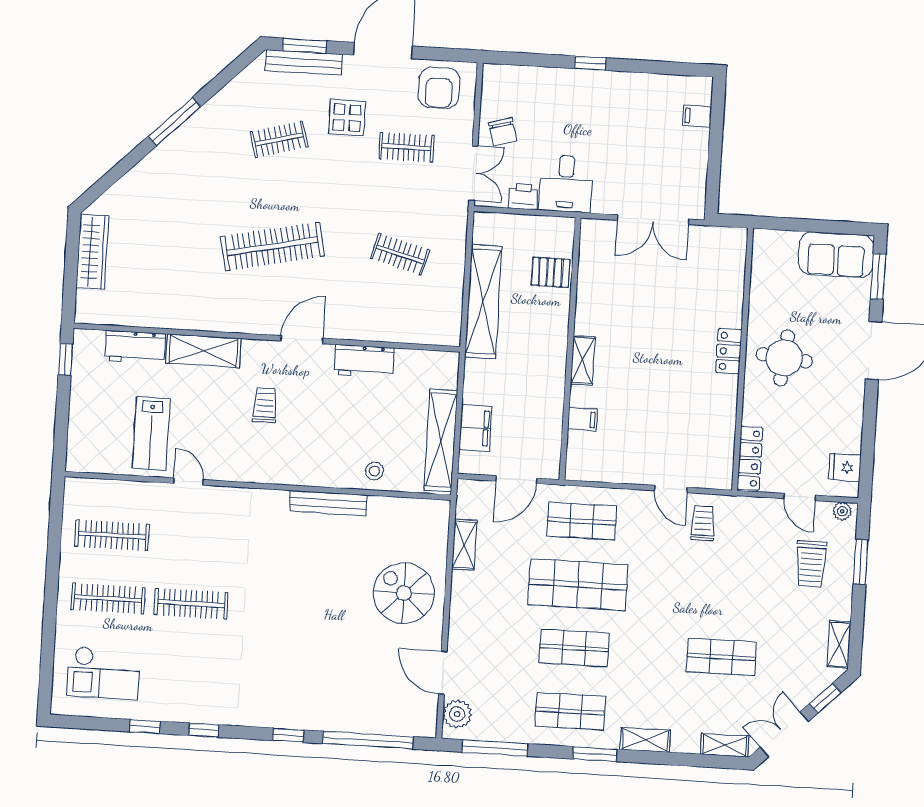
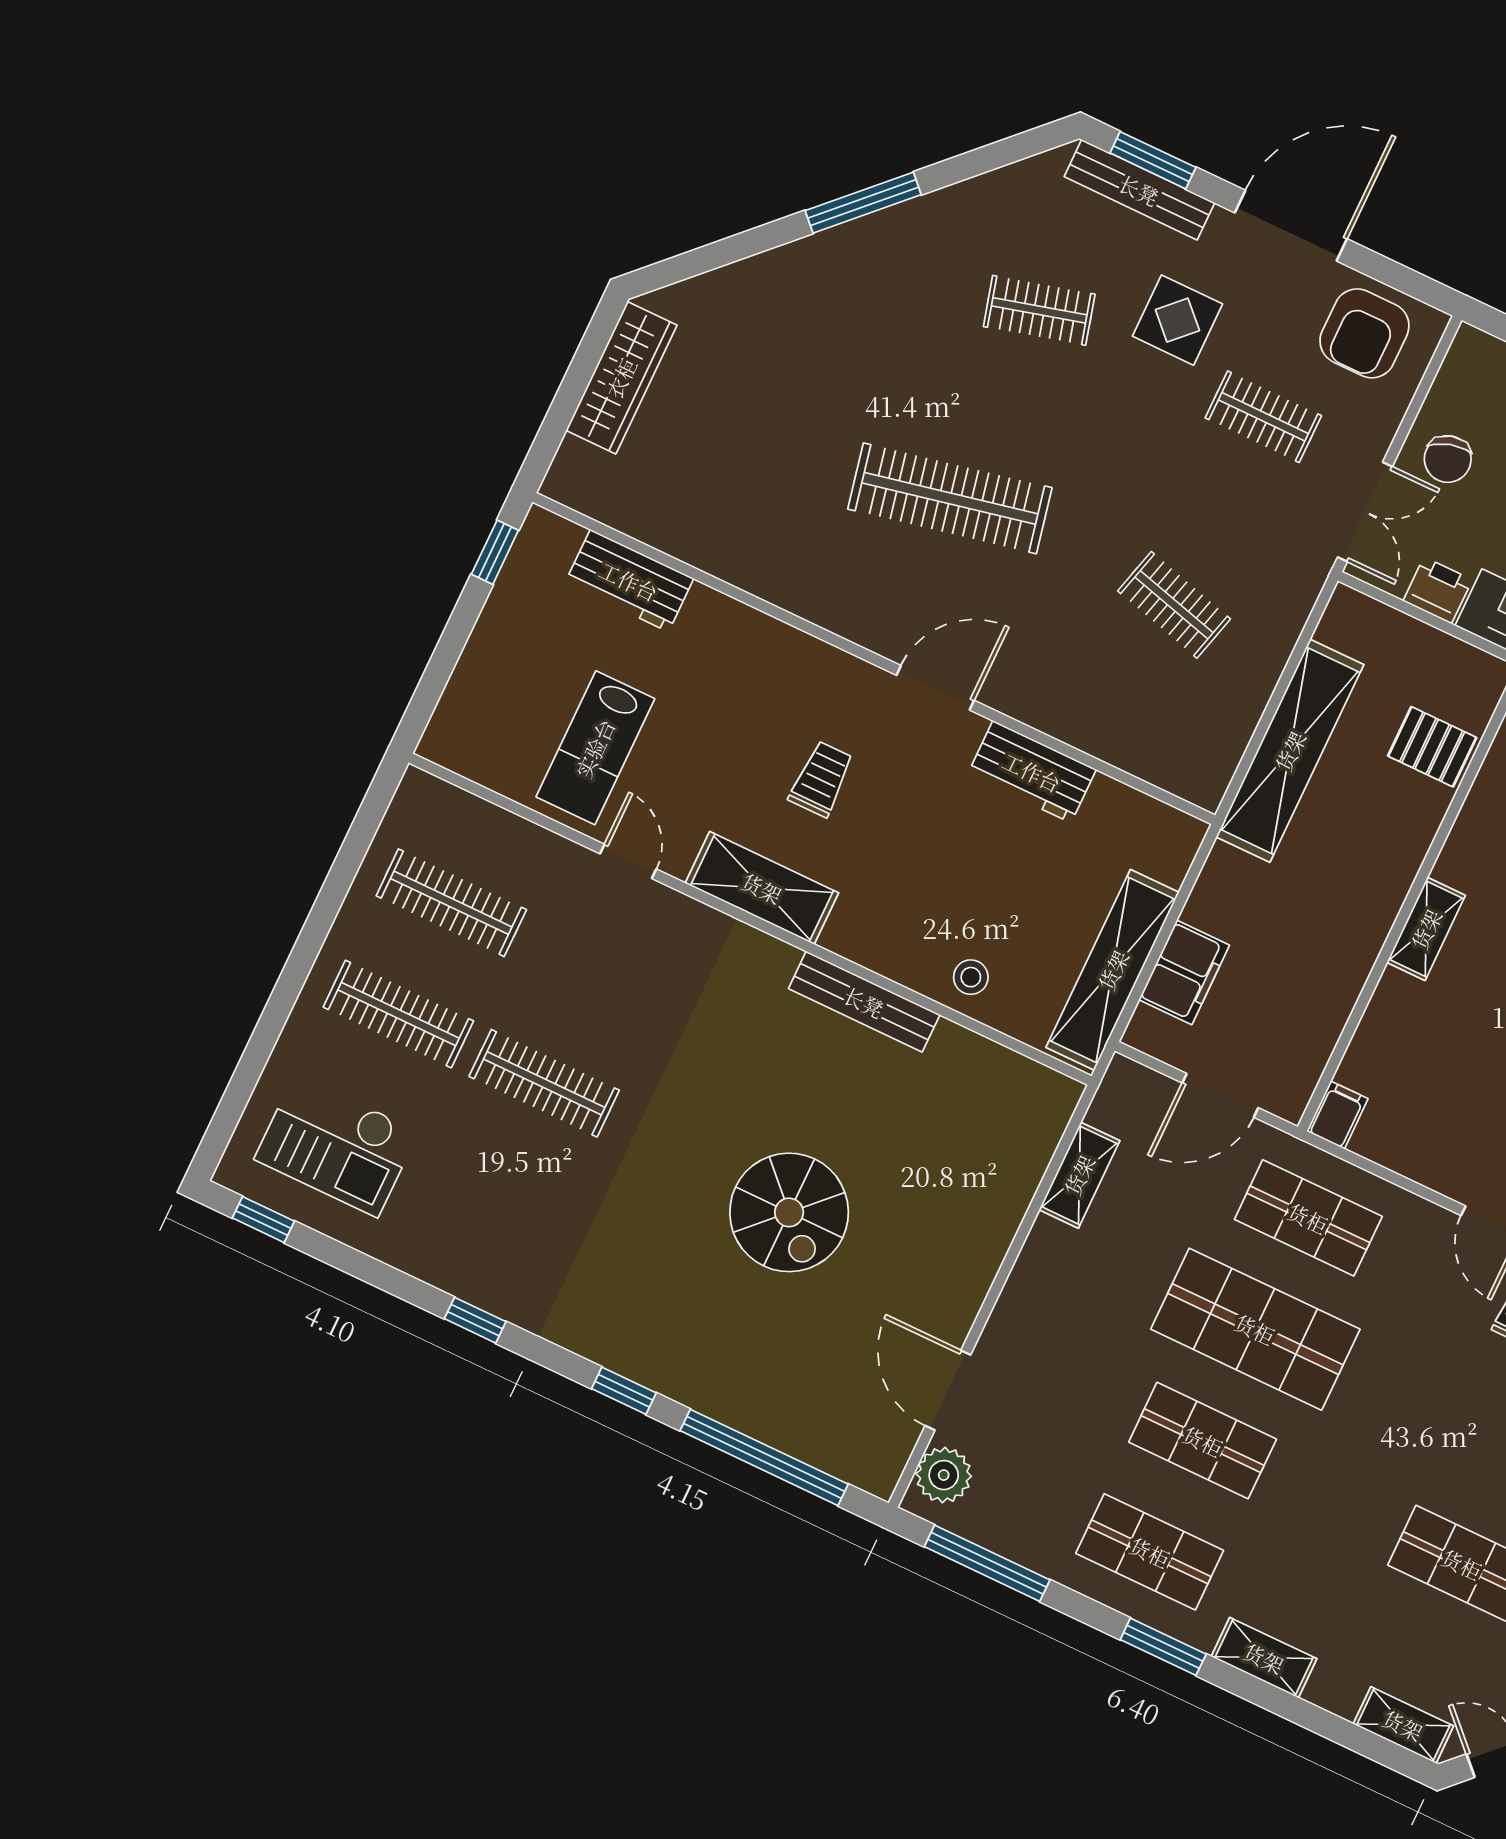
shelving: (203, 351) -> (762, 888), moved
filing cabinet: (582, 419) -> (1337, 1115), moved, turned -90
spiral stairs: (404, 593) -> (789, 1212), moved, turned 180
window: (145, 726) -> (263, 1220), moved

